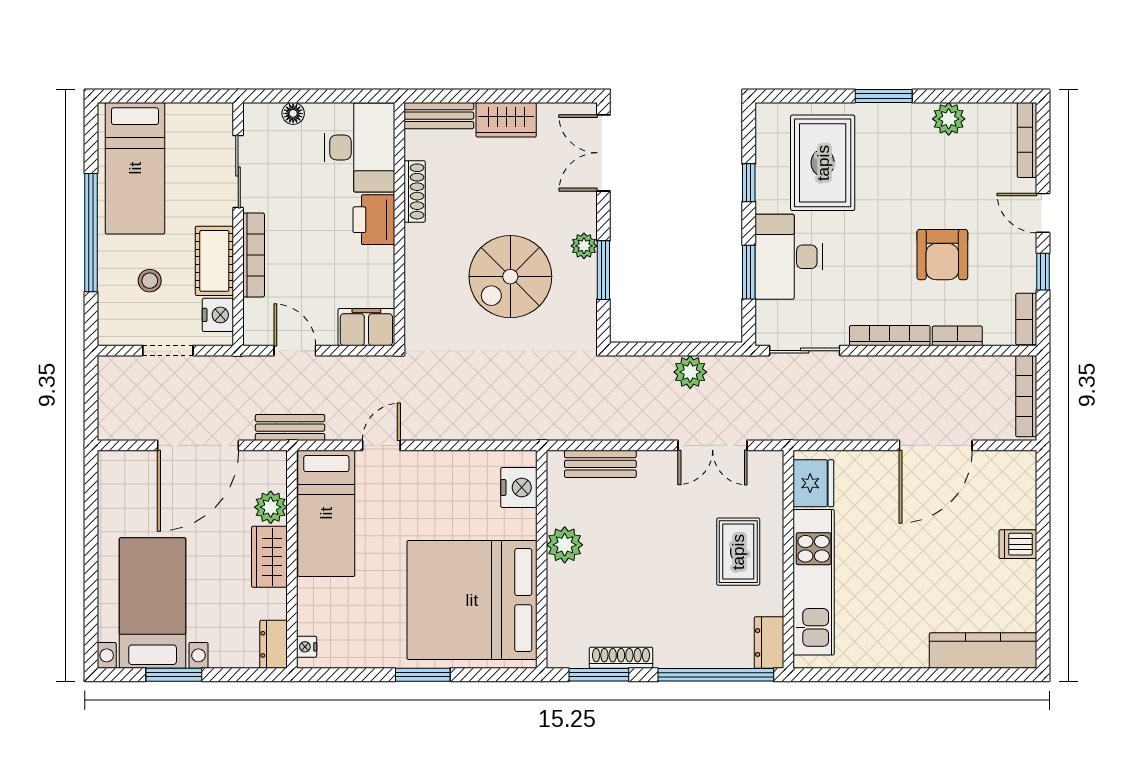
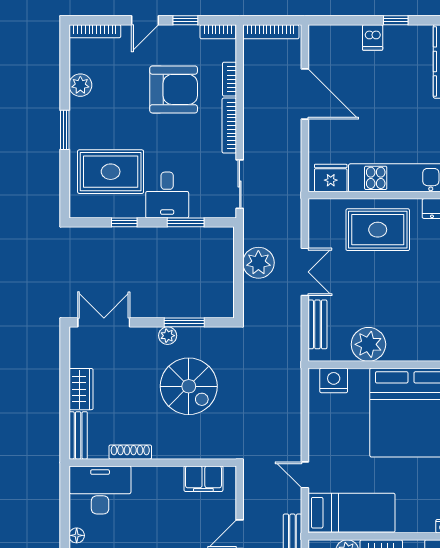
double door: (603, 153) -> (104, 322), swing flipped
printer: (374, 220) -> (150, 480), removed
armchair: (942, 255) -> (174, 89), width x1.36, depth x1.36
desk: (789, 257) -> (167, 195), width x0.73
filing cabinet: (366, 327) -> (203, 479), moved, turned -90
plant: (690, 372) -> (258, 263), width x1.36, depth x1.36
double door: (713, 445) -> (305, 272), moved
plant: (565, 545) -> (368, 344), width x1.36, depth x1.36
rug: (738, 552) -> (378, 230), width x1.36, depth x1.43
window: (1043, 578) -> (396, 20), added

